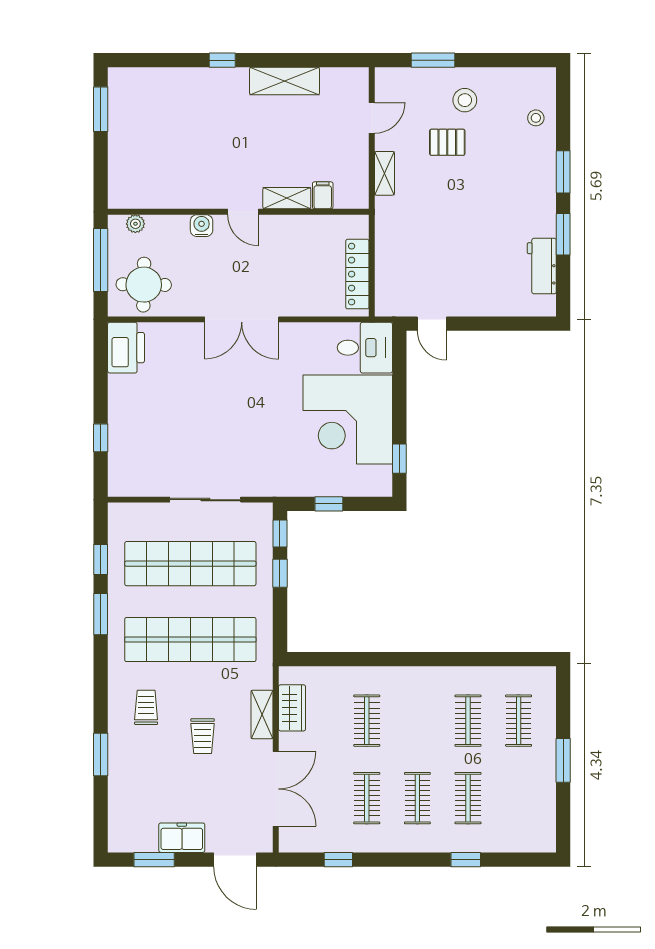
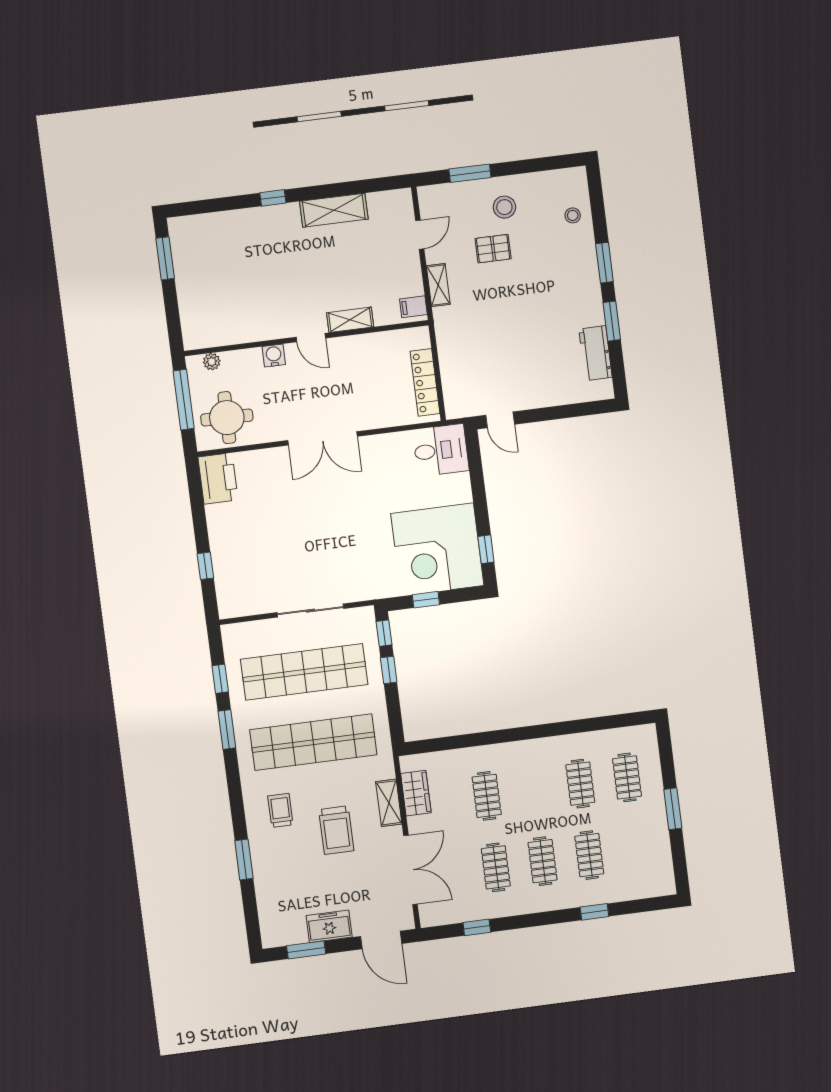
filing cabinet: (323, 195) -> (413, 307), moved, turned -90
corner desk: (348, 420) -> (437, 550), moved
trolley: (203, 736) -> (336, 830), width x1.36, depth x1.39

